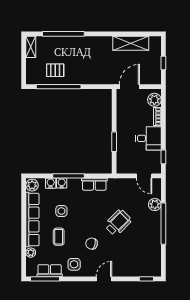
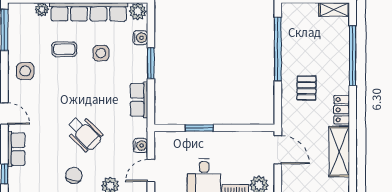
locker: (101, 42) -> (342, 110), added
pallet: (55, 70) -> (306, 88), moved
window: (69, 176) -> (151, 63), width x0.69
water cooler: (62, 183) -> (140, 146), moved
chair: (92, 244) -> (74, 175), moved
row of seats: (50, 271) -> (16, 149), moved

